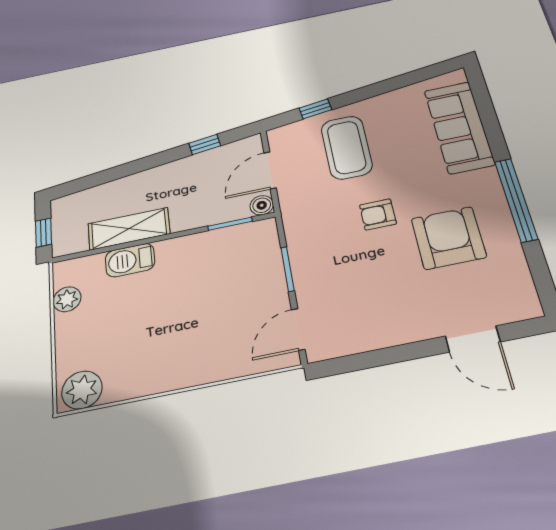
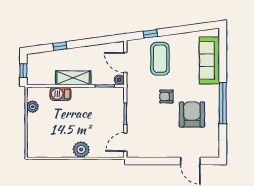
window: (205, 144) -> (60, 46), moved
door: (270, 170) -> (125, 62), hinge flipped
shelving: (129, 229) -> (73, 78), moved
plant: (82, 390) -> (81, 150), moved

